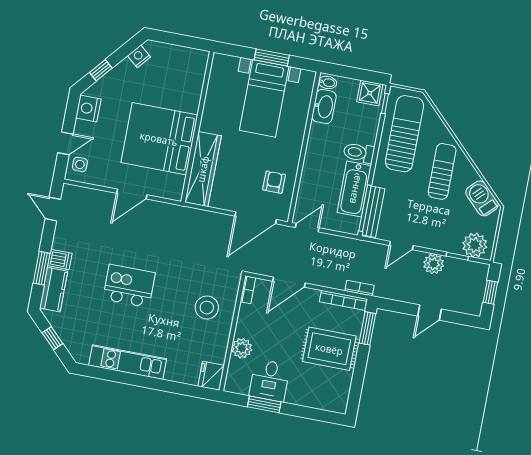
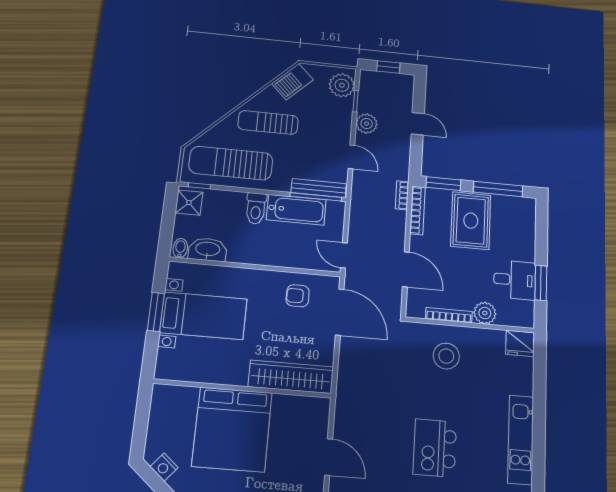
bed: (159, 139) -> (232, 429), moved
bookcase: (248, 290) -> (449, 315), moved, width x1.56
window: (358, 379) -> (498, 189), added

